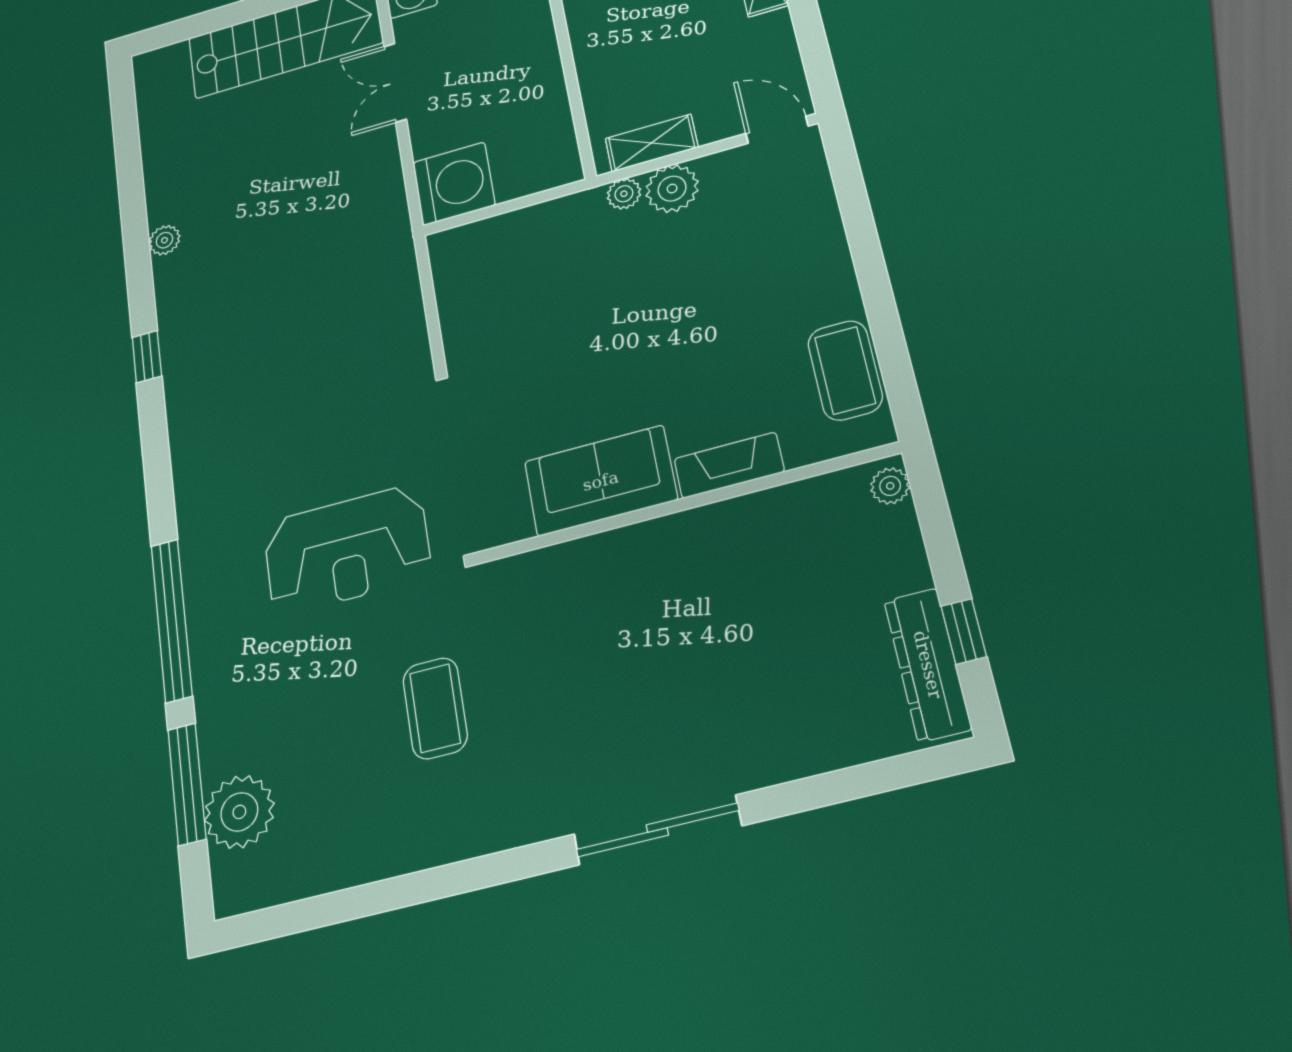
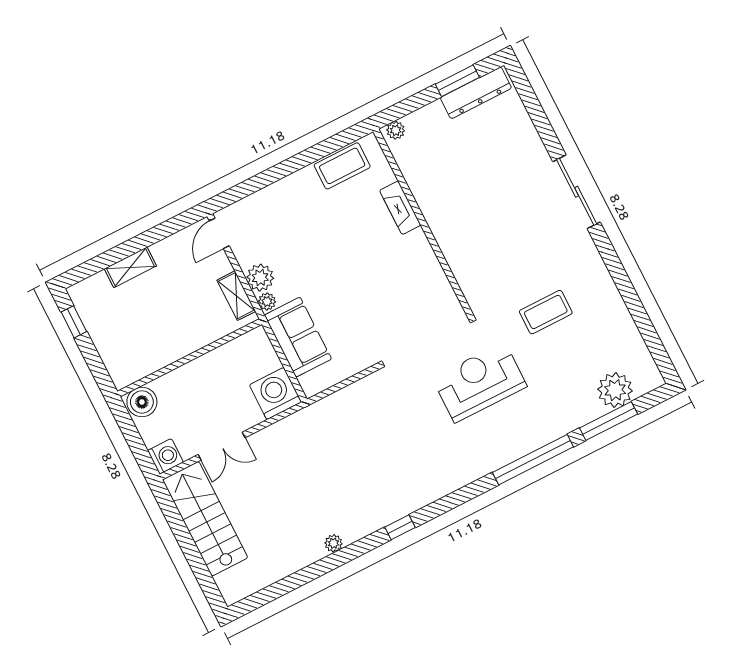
sofa: (601, 481) -> (298, 337), moved, turned 180
reception desk: (347, 550) -> (479, 382), turned -90
window: (964, 631) -> (457, 81), width x1.50

